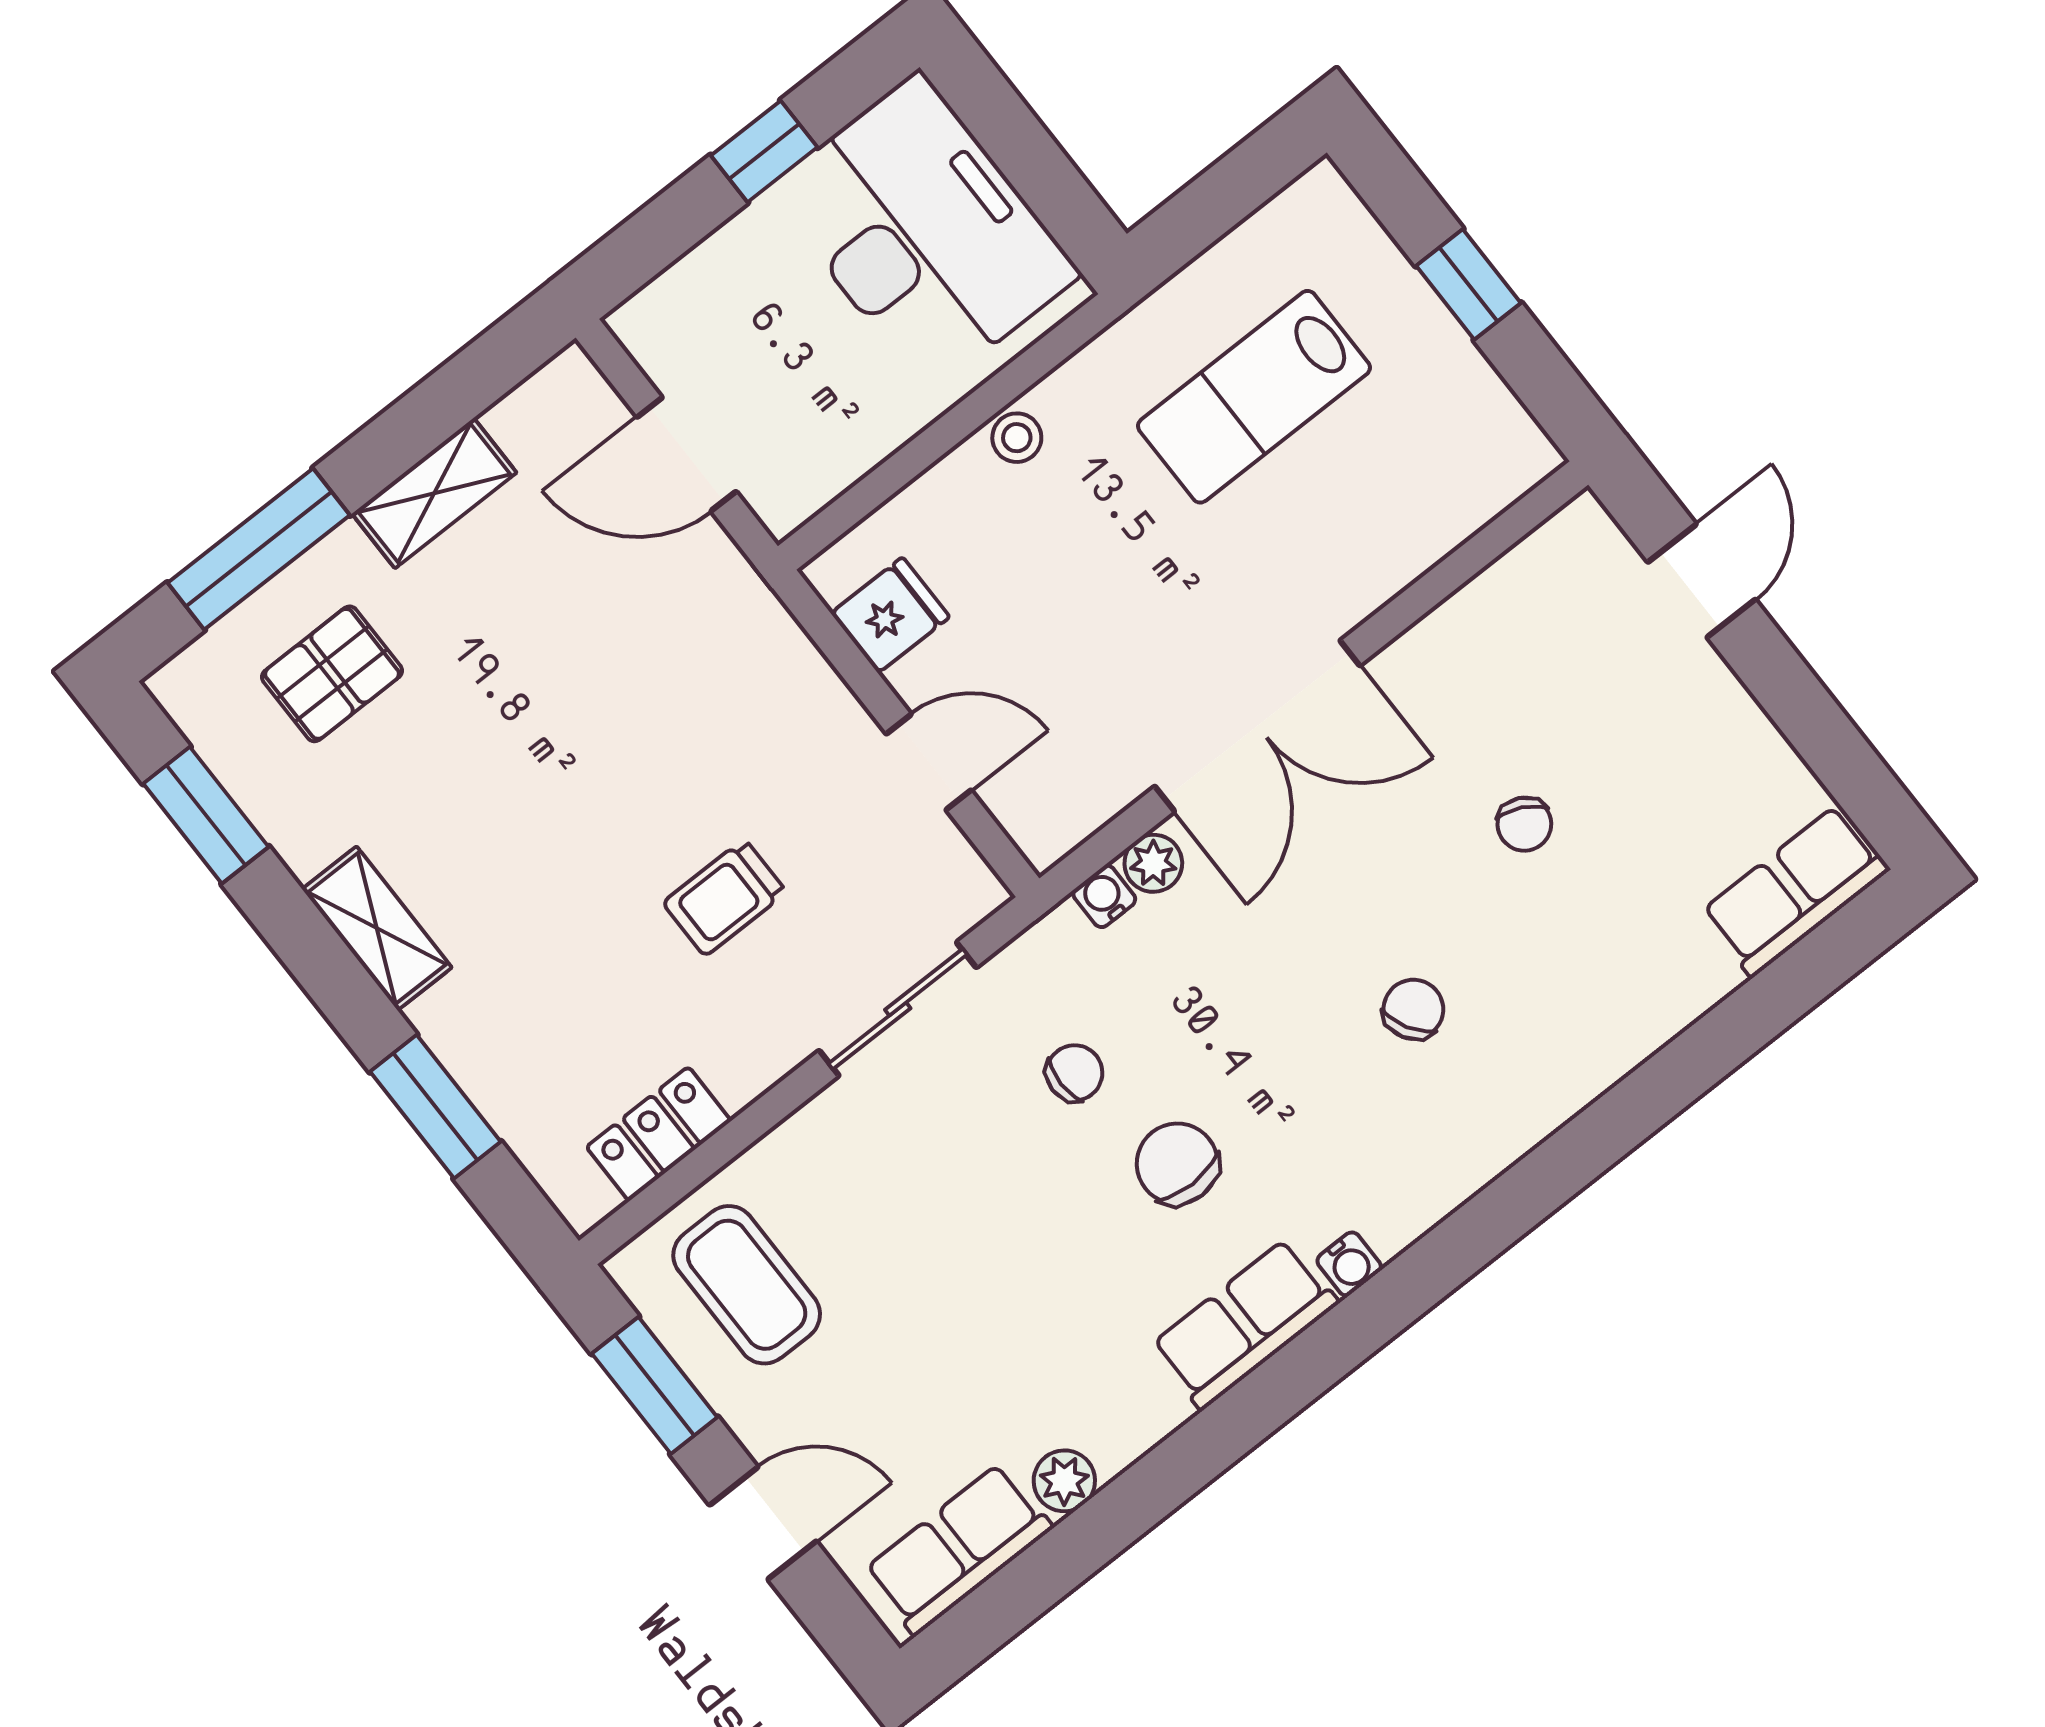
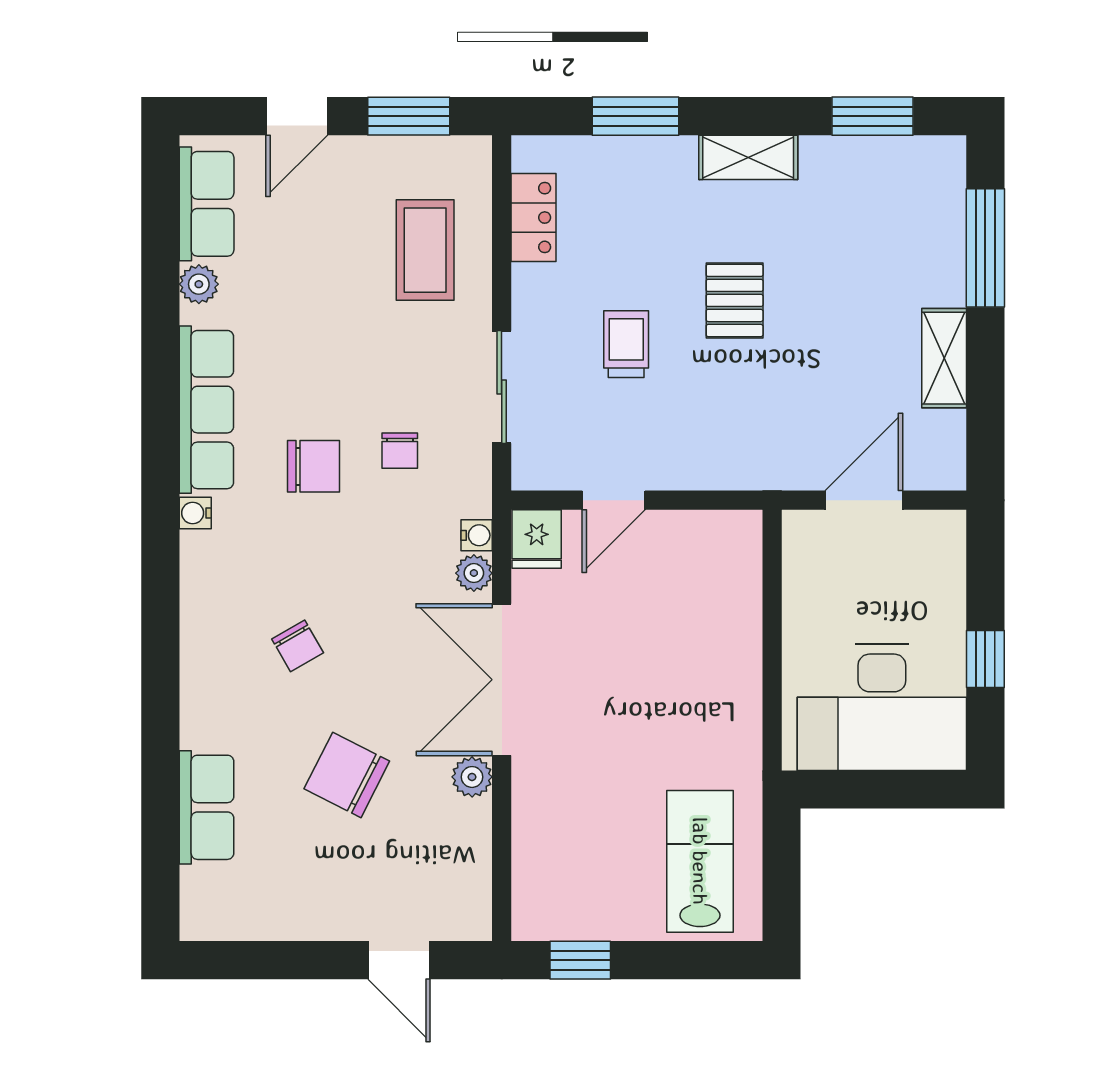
window: (1468, 284) -> (580, 960), moved
lab bench: (1254, 397) -> (700, 861), moved
stool: (1017, 438) -> (742, 673), removed
fridge: (890, 615) -> (537, 539), moved
plant: (1406, 668) -> (472, 777), added
pallet: (332, 674) -> (735, 300), moved
chair: (1524, 824) -> (347, 775), width x1.87, depth x1.87
row of seats: (1795, 891) -> (206, 807), moved
coffee table: (747, 1285) -> (425, 250), moved, turned 90
row of seats: (1245, 1324) -> (206, 410), width x1.48

